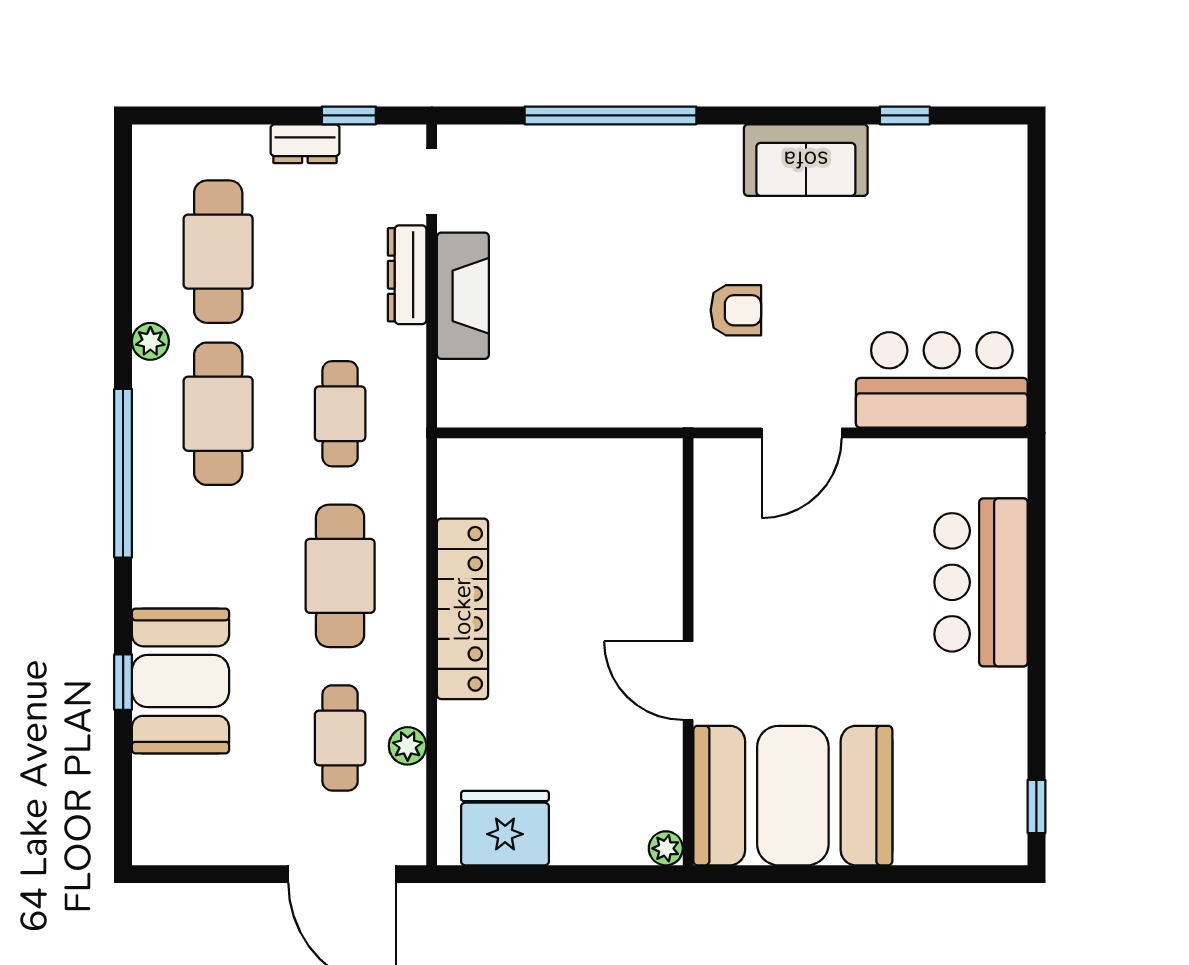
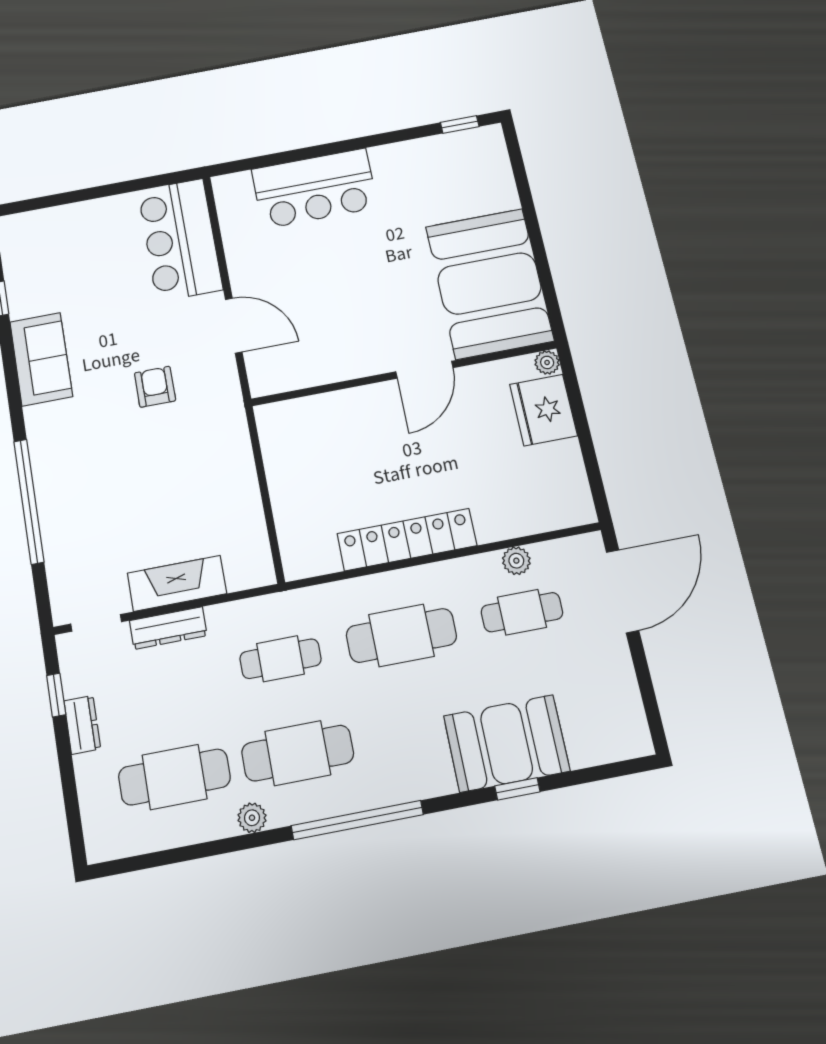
fridge: (505, 828) -> (543, 410), moved

